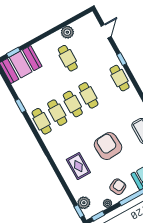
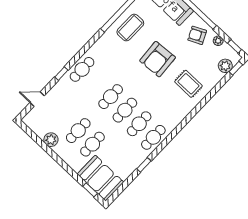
cafe table: (52, 67) -> (92, 144), added
rug: (78, 166) -> (188, 84), turned 90

